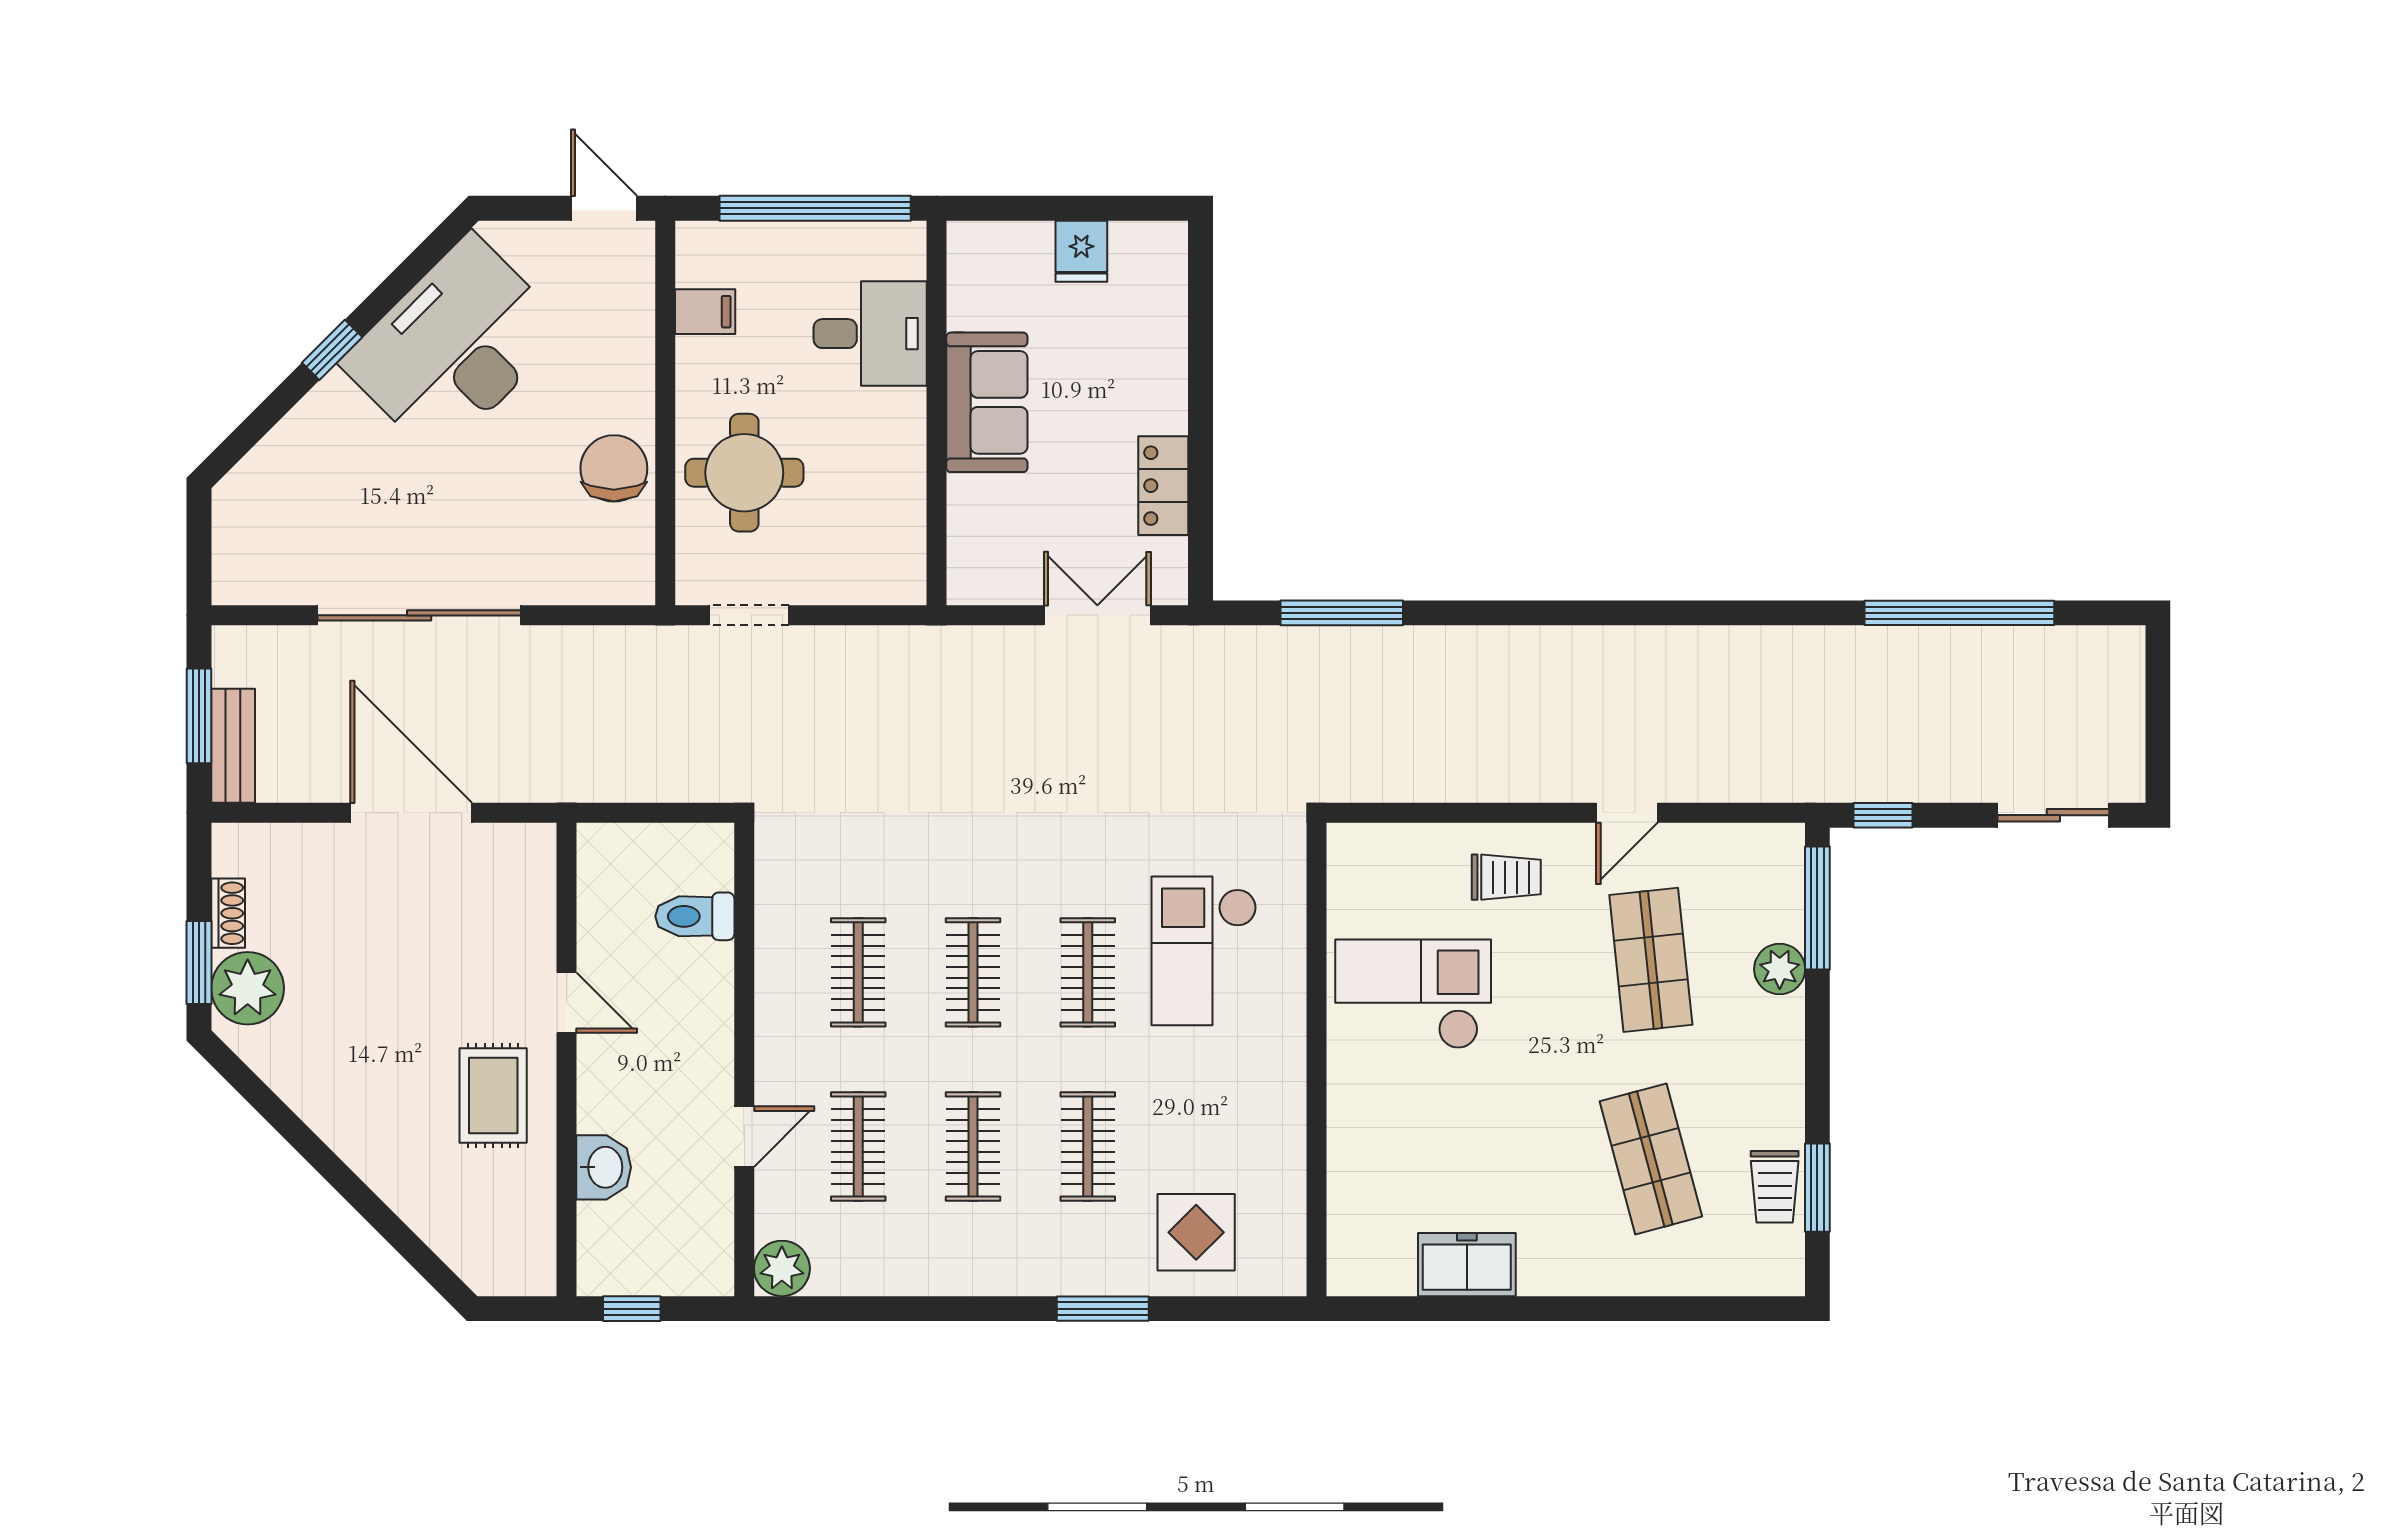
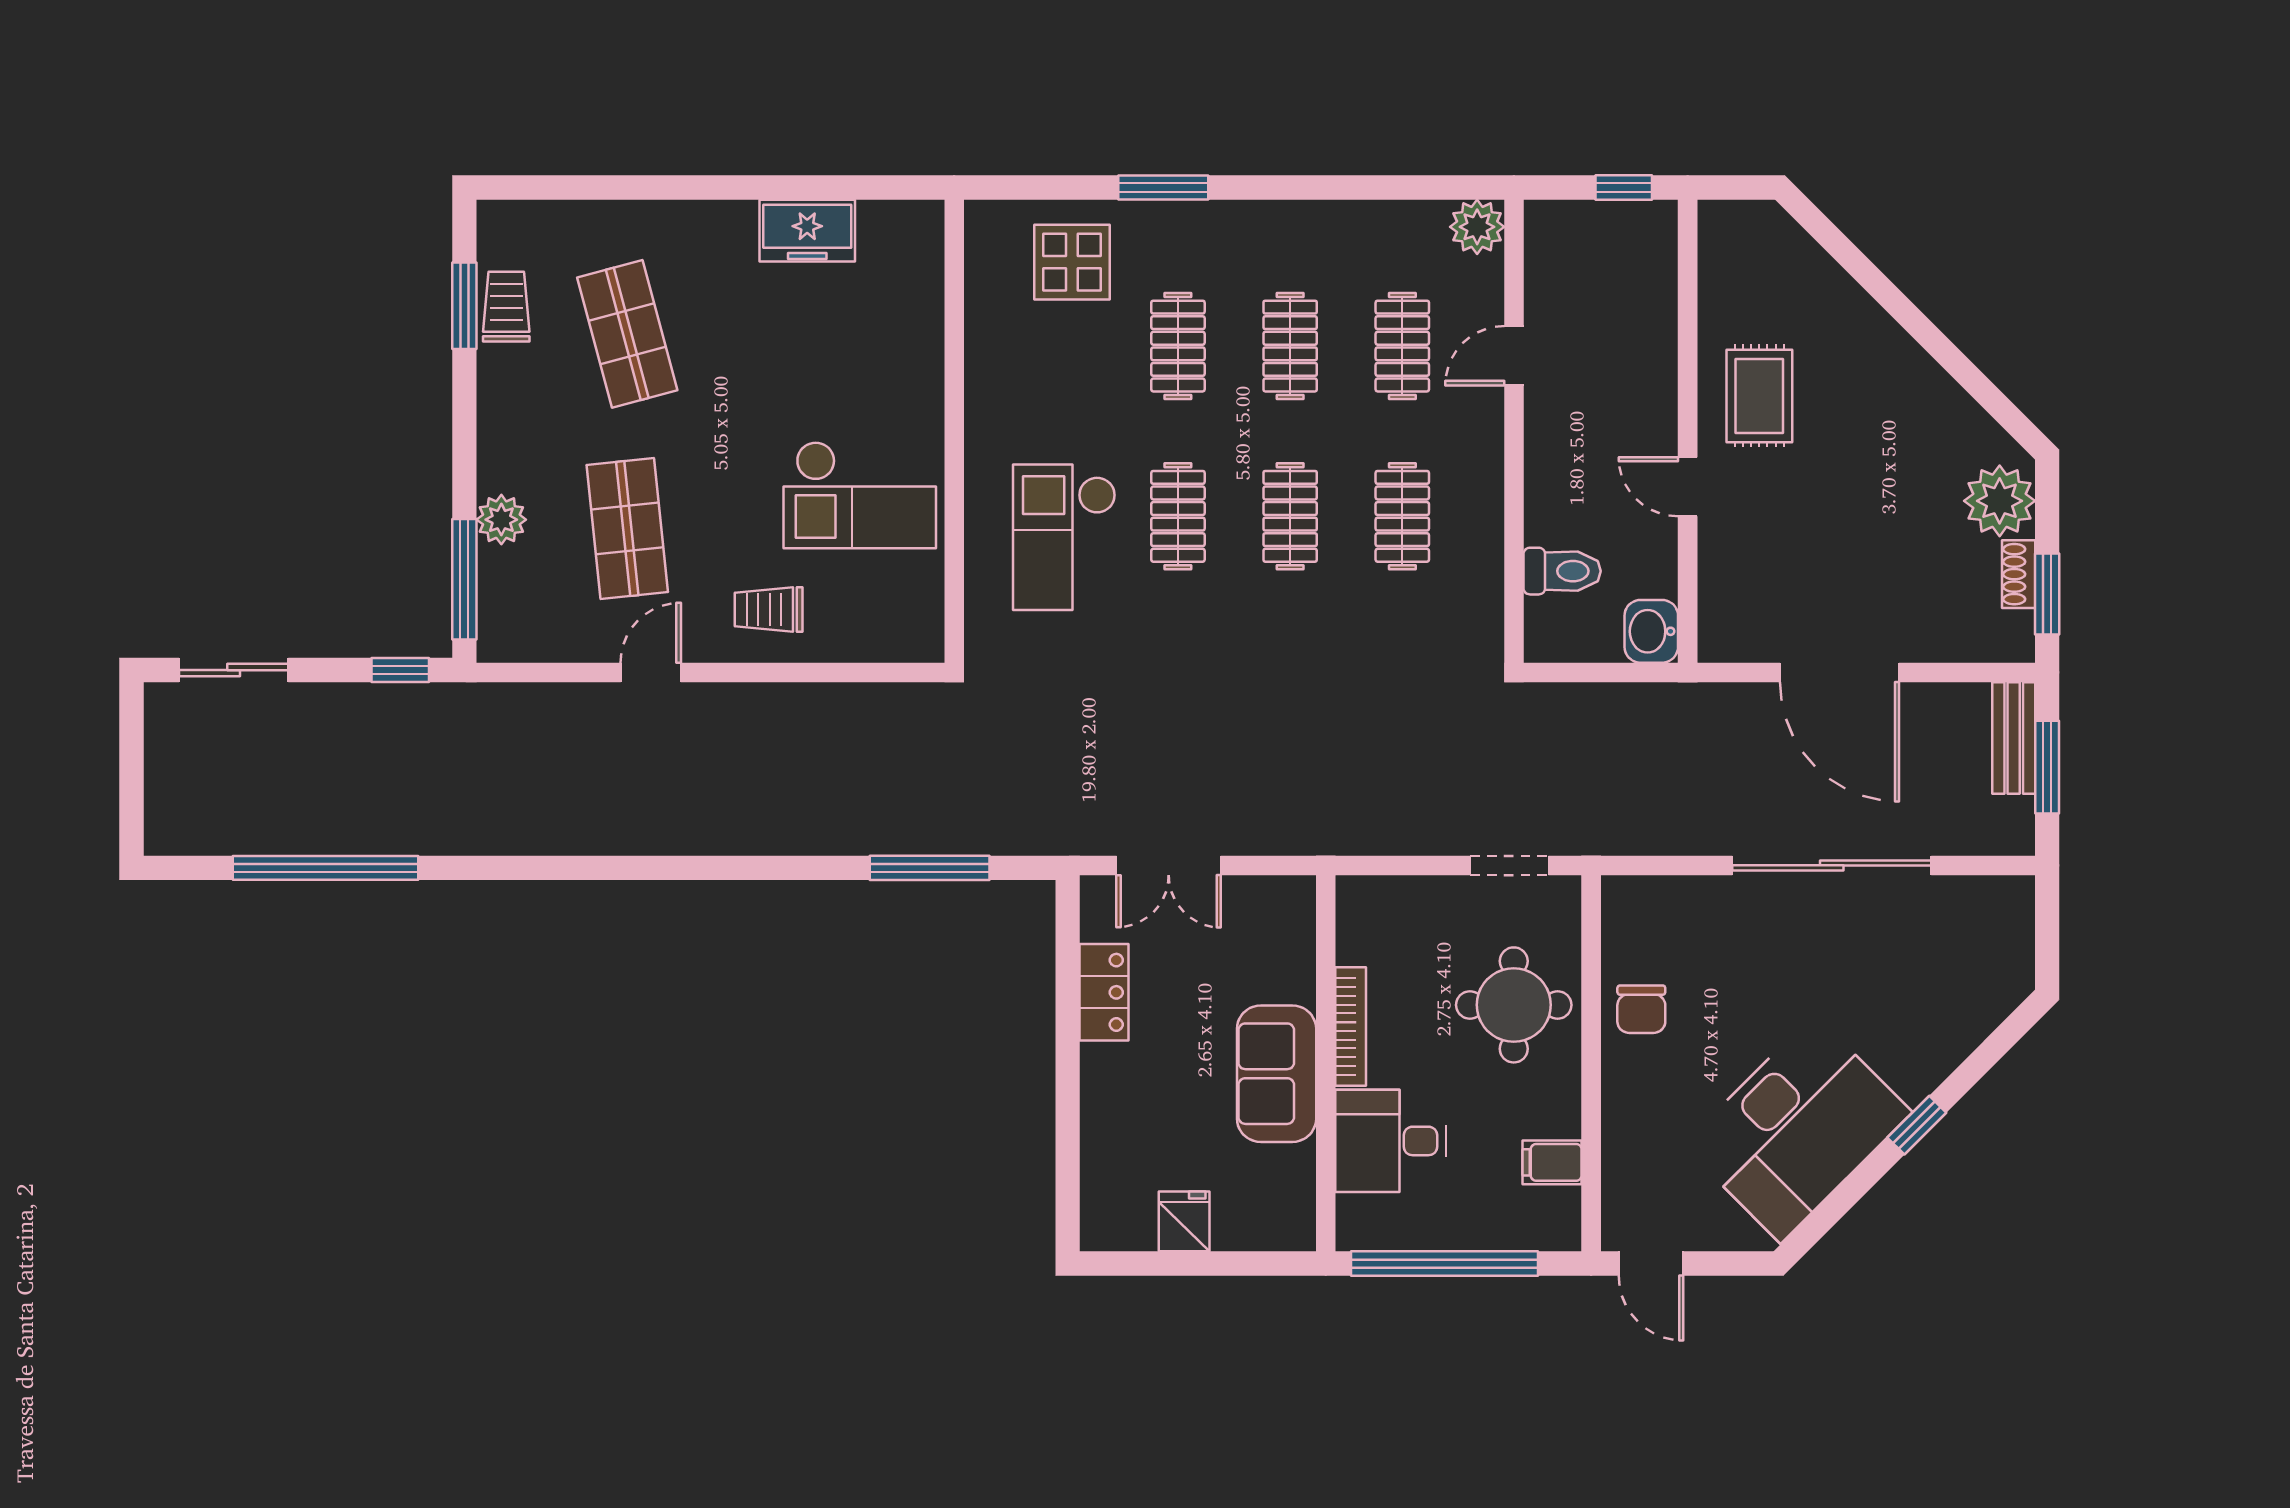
bookcase: (911, 451) -> (1351, 1027), added
chair: (614, 468) -> (1641, 1009), width x0.73, depth x0.73
checkout: (1204, 951) -> (1064, 537), turned 180
window: (199, 963) -> (2047, 594), moved
washbasin: (604, 1167) -> (1651, 631), moved

